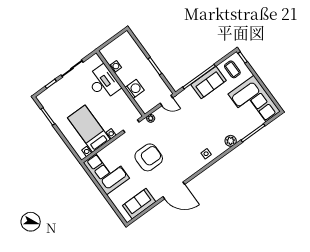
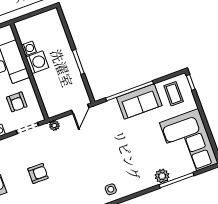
washing machine: (135, 89) -> (37, 62), moved
door: (166, 101) -> (80, 109), hinge flipped
armchair: (118, 109) -> (17, 102), added
plant: (231, 141) -> (162, 176), moved
armchair: (149, 157) -> (38, 173), width x0.53, depth x0.53

